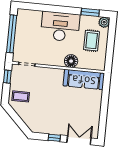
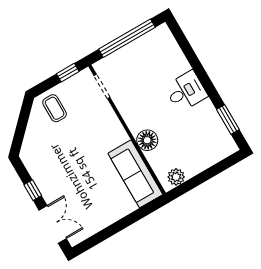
plant: (104, 22) -> (176, 177), moved
desk: (60, 27) -> (186, 91), width x0.53, depth x0.77
rug: (92, 41) -> (193, 148), removed

